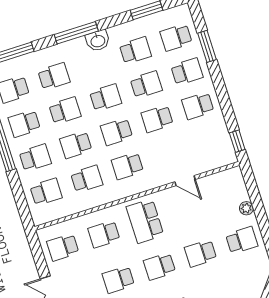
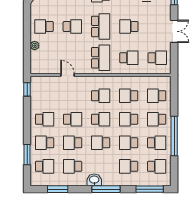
school desk: (76, 145) -> (129, 119), turned 180
school desk: (159, 266) -> (101, 27), width x1.85
school desk: (118, 280) -> (129, 27), turned 180

